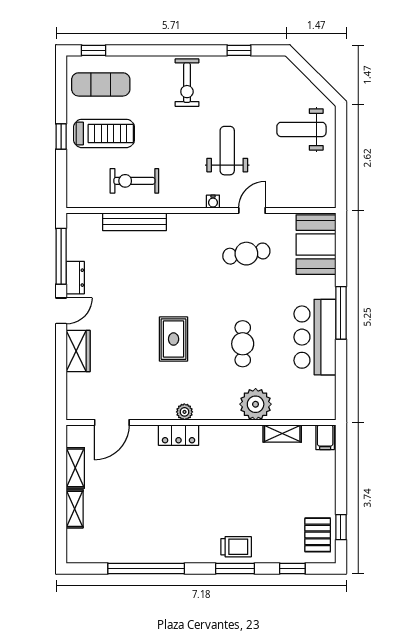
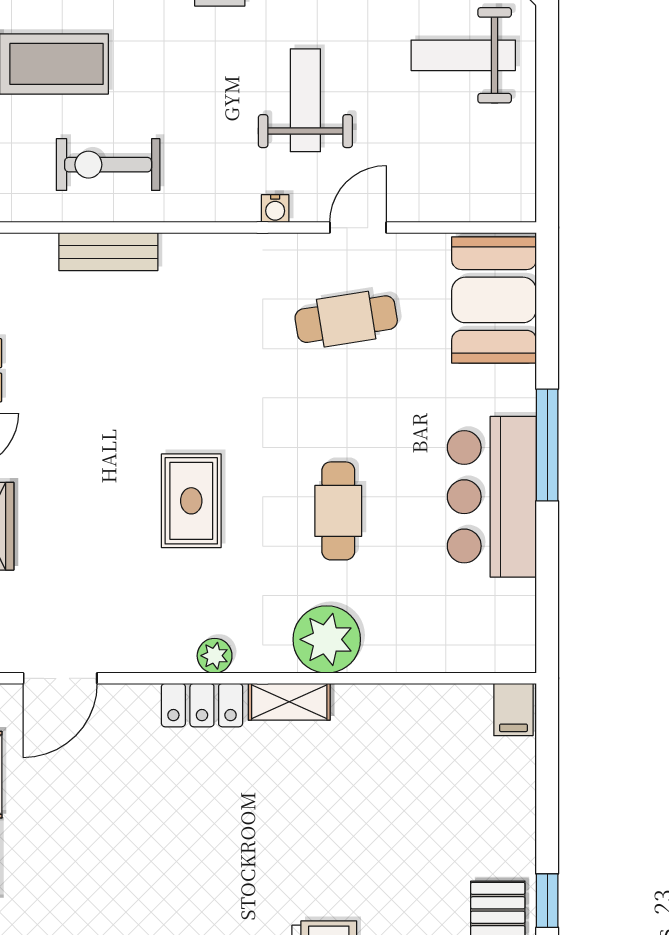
bench: (135, 222) -> (108, 252), width x0.73
plant: (256, 404) -> (327, 639), moved
shelving: (282, 434) -> (289, 702), moved

